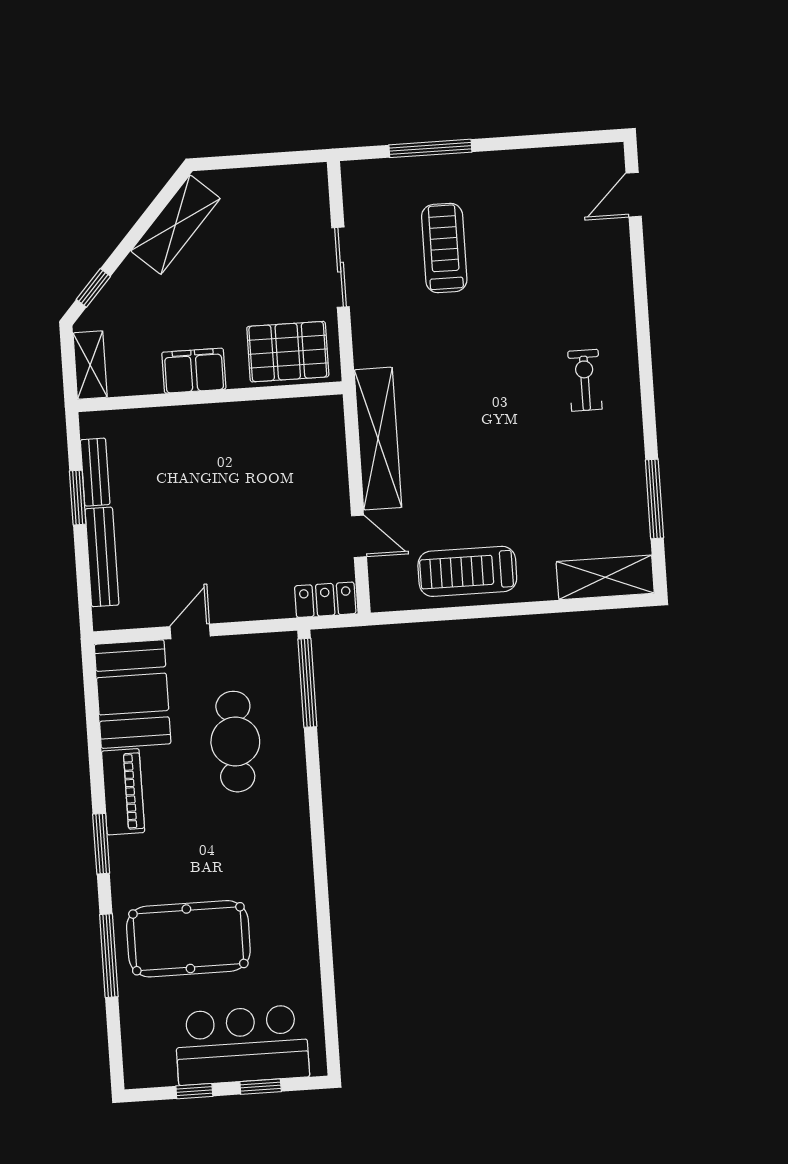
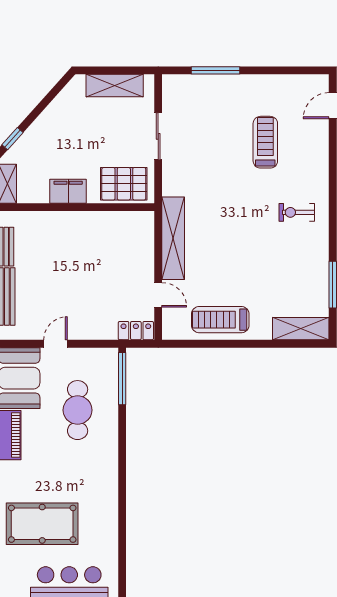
shelving: (175, 225) -> (115, 86), moved, turned 48
treadmill: (444, 248) -> (265, 142), moved
exercise bike: (585, 380) -> (297, 212), turned -90

